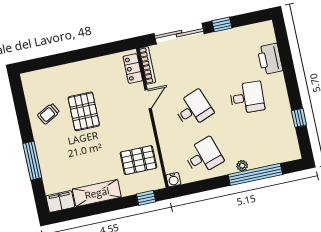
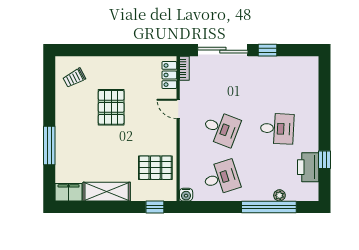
printer: (270, 59) -> (308, 167), moved
bookcase: (147, 65) -> (184, 68), width x0.64
door: (148, 99) -> (178, 109), swing flipped
desk: (193, 109) -> (221, 129), turned 42
trolley: (49, 114) -> (74, 78), moved
plant: (242, 166) -> (279, 195), moved

